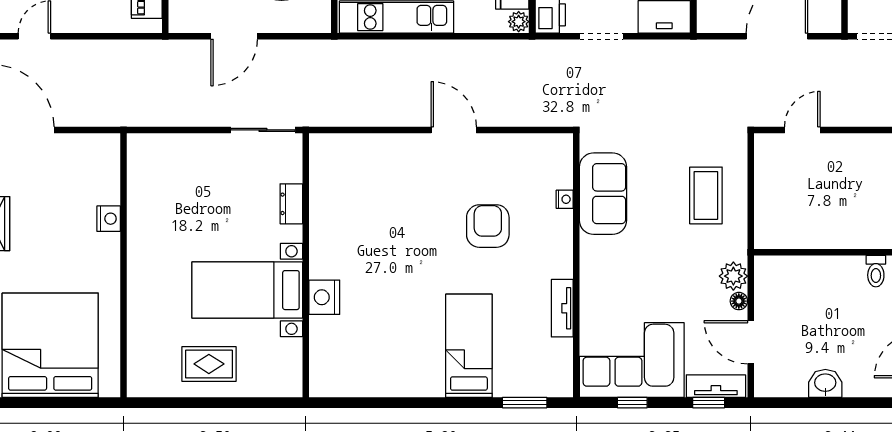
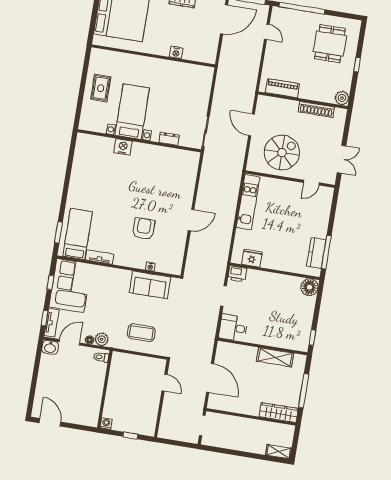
plant: (519, 22) -> (237, 259), removed
armchair: (488, 226) -> (144, 229), turned -90
toilet: (876, 271) -> (101, 357), moved
bed: (469, 346) -> (78, 234), moved, turned -90
washbasin: (825, 383) -> (50, 347), moved, turned 90

